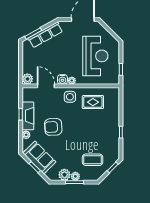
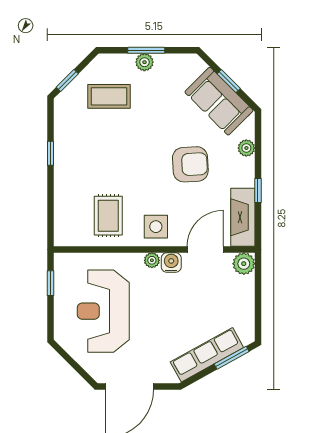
door: (46, 86) -> (205, 249), swing flipped
rug: (93, 102) -> (108, 216), turned 90
fireplace: (28, 116) -> (243, 217), moved
plant: (64, 175) -> (167, 65), removed

